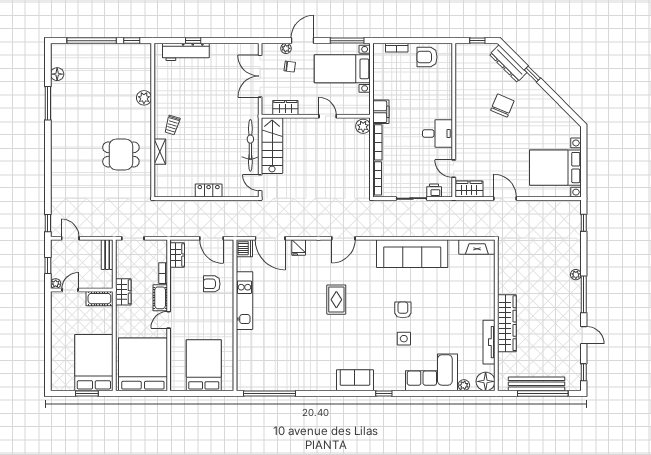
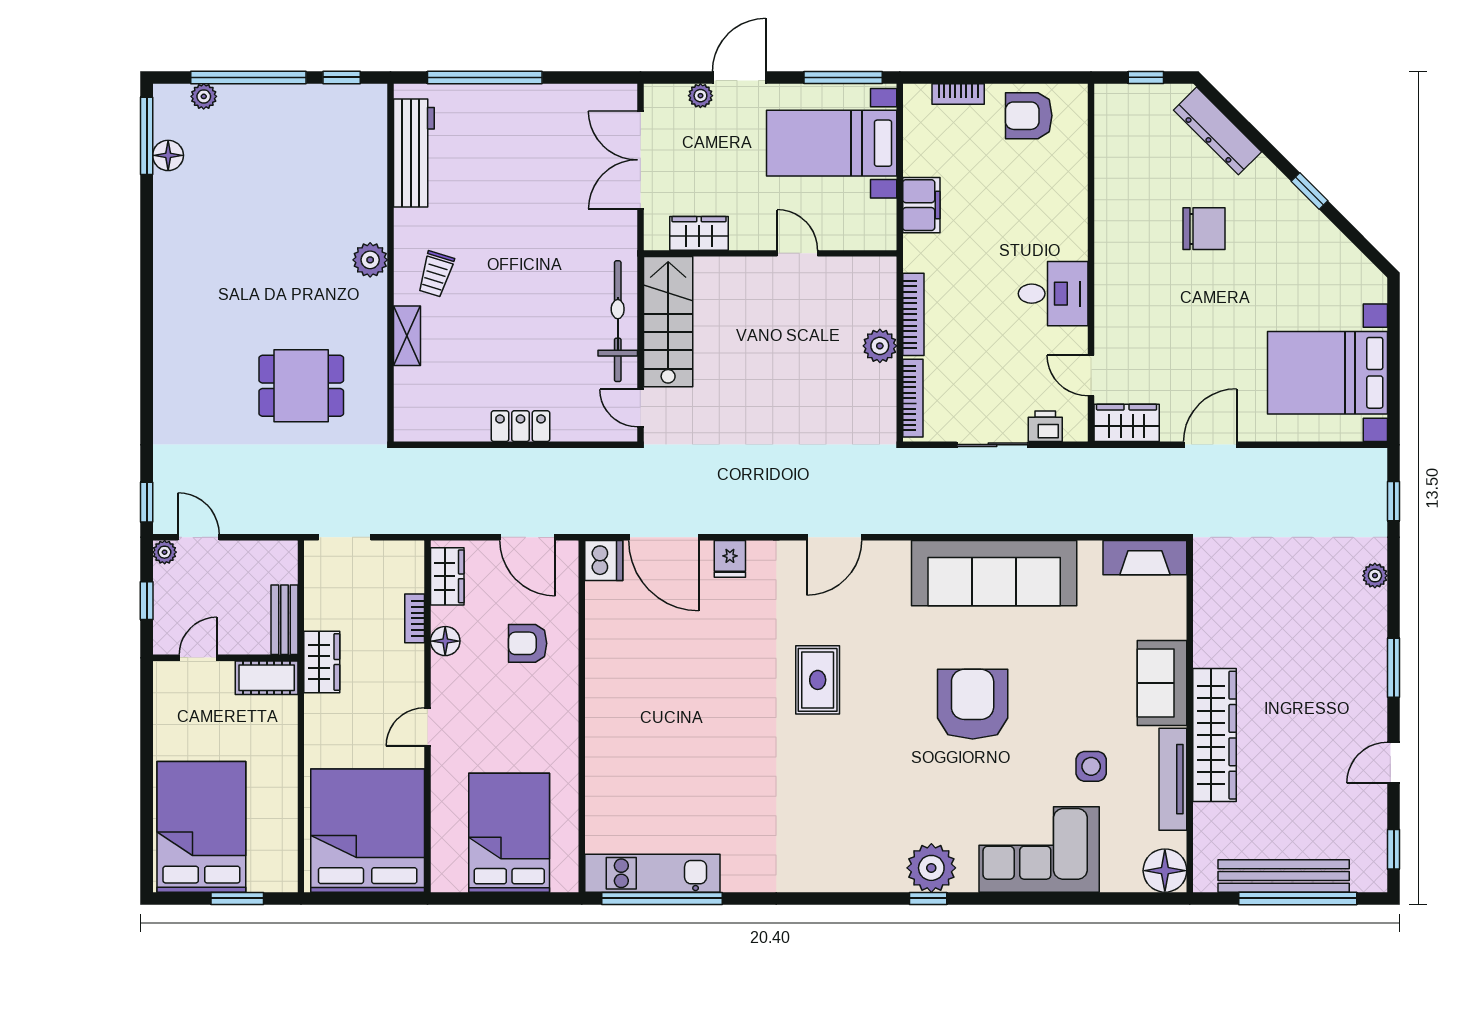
window: (193, 41) -> (485, 77), width x3.17
plant: (72, 49) -> (204, 96), added
workbench: (186, 52) -> (414, 153), moved, turned -90
chair: (290, 67) -> (709, 138), removed
window: (532, 74) -> (1310, 191), moved
plant: (144, 98) -> (370, 260), moved
window: (48, 103) -> (147, 136), moved
chair: (502, 106) -> (1204, 229), turned 67
filing cabinet: (381, 112) -> (921, 205), moved
plant: (363, 126) -> (880, 346), moved
dining table: (121, 154) -> (301, 386), moved
door: (505, 198) -> (1210, 445), hinge flipped
bench: (107, 255) -> (284, 620), moved
plant: (576, 275) -> (1375, 576), moved
floor lamp: (176, 283) -> (445, 641), added
plant: (56, 284) -> (165, 552), moved
window: (584, 294) -> (1394, 668), width x0.69
cot: (160, 298) -> (408, 676), removed
kitchen unit: (244, 301) -> (652, 873), moved, turned -90
armchair: (403, 310) -> (973, 704), width x1.88, depth x1.88
door: (584, 335) -> (1394, 763), swing flipped
side table: (404, 339) -> (1091, 766), moved
bed: (94, 363) -> (201, 827), moved
sofa: (355, 380) -> (1162, 683), moved, turned -90
plant: (464, 385) -> (931, 868), moved, width x1.88, depth x1.88

